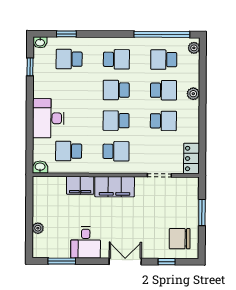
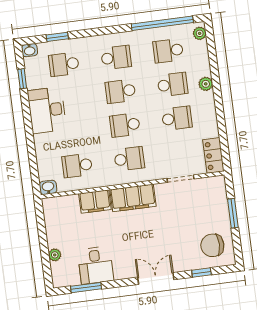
desk: (48, 118) -> (47, 110), moved
desk: (86, 242) -> (96, 265), moved

